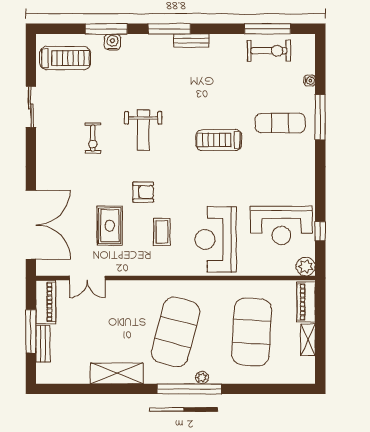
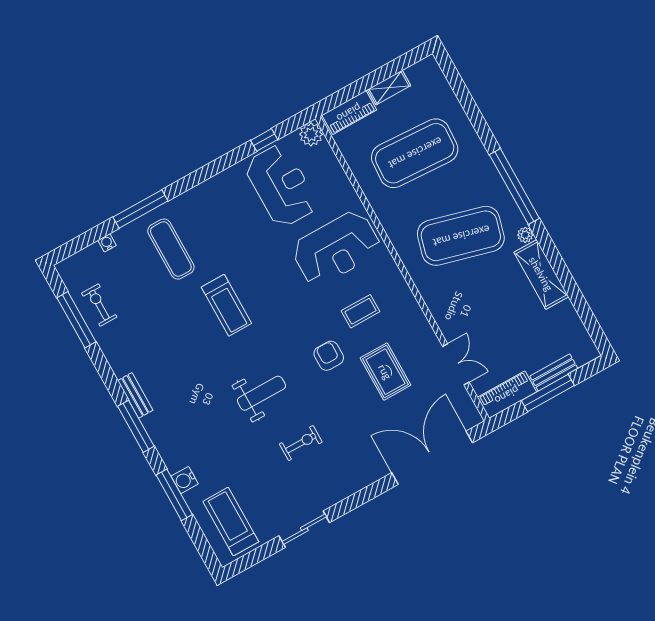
exercise bike: (269, 51) -> (99, 305), width x0.73, depth x0.72
rug: (110, 226) -> (385, 372), turned 90
plant: (202, 378) -> (525, 235), moved

